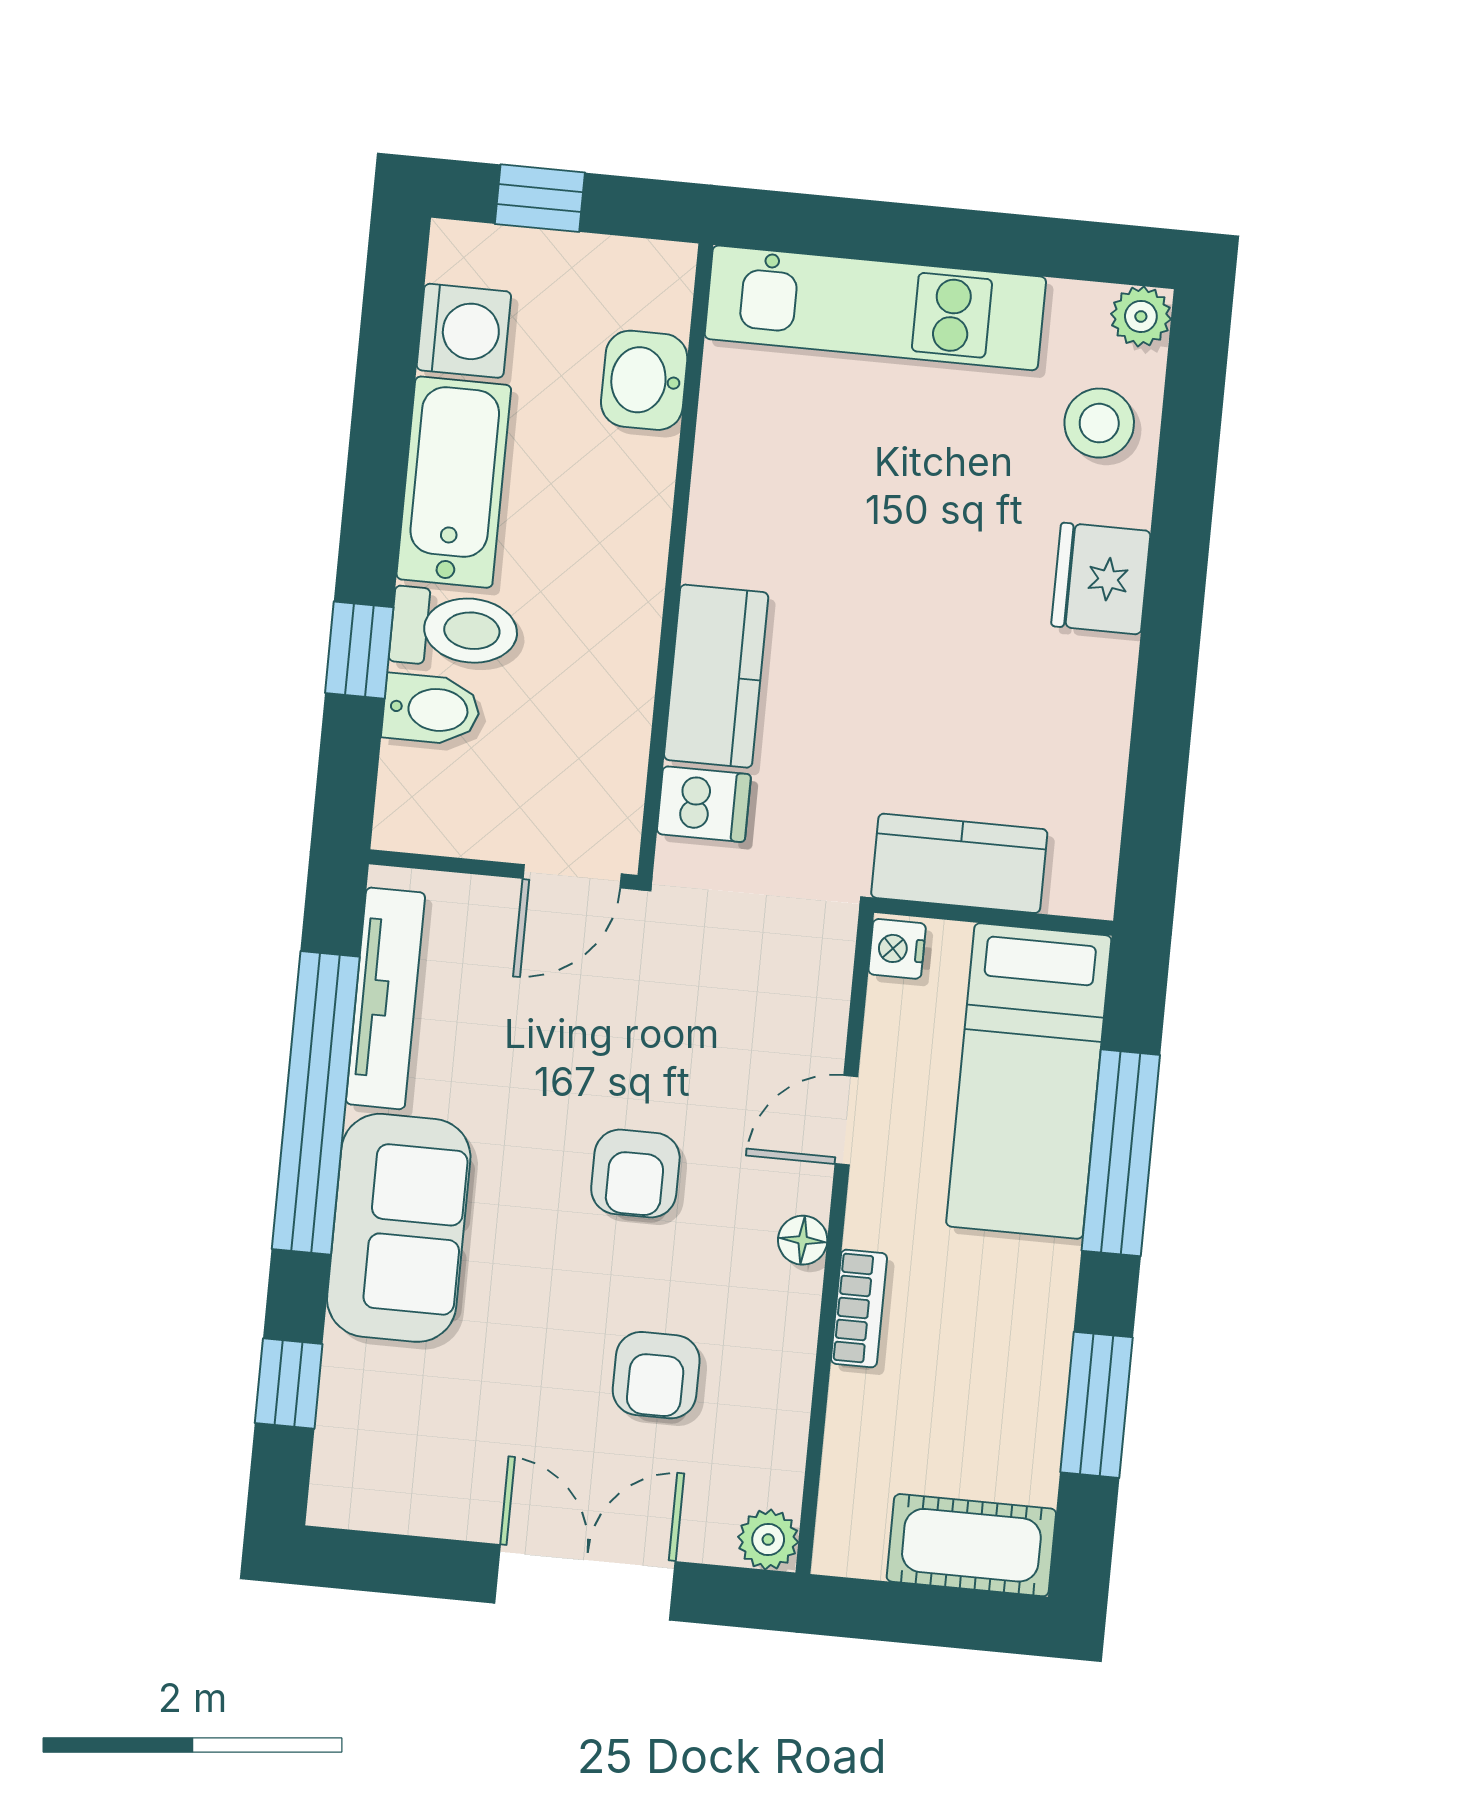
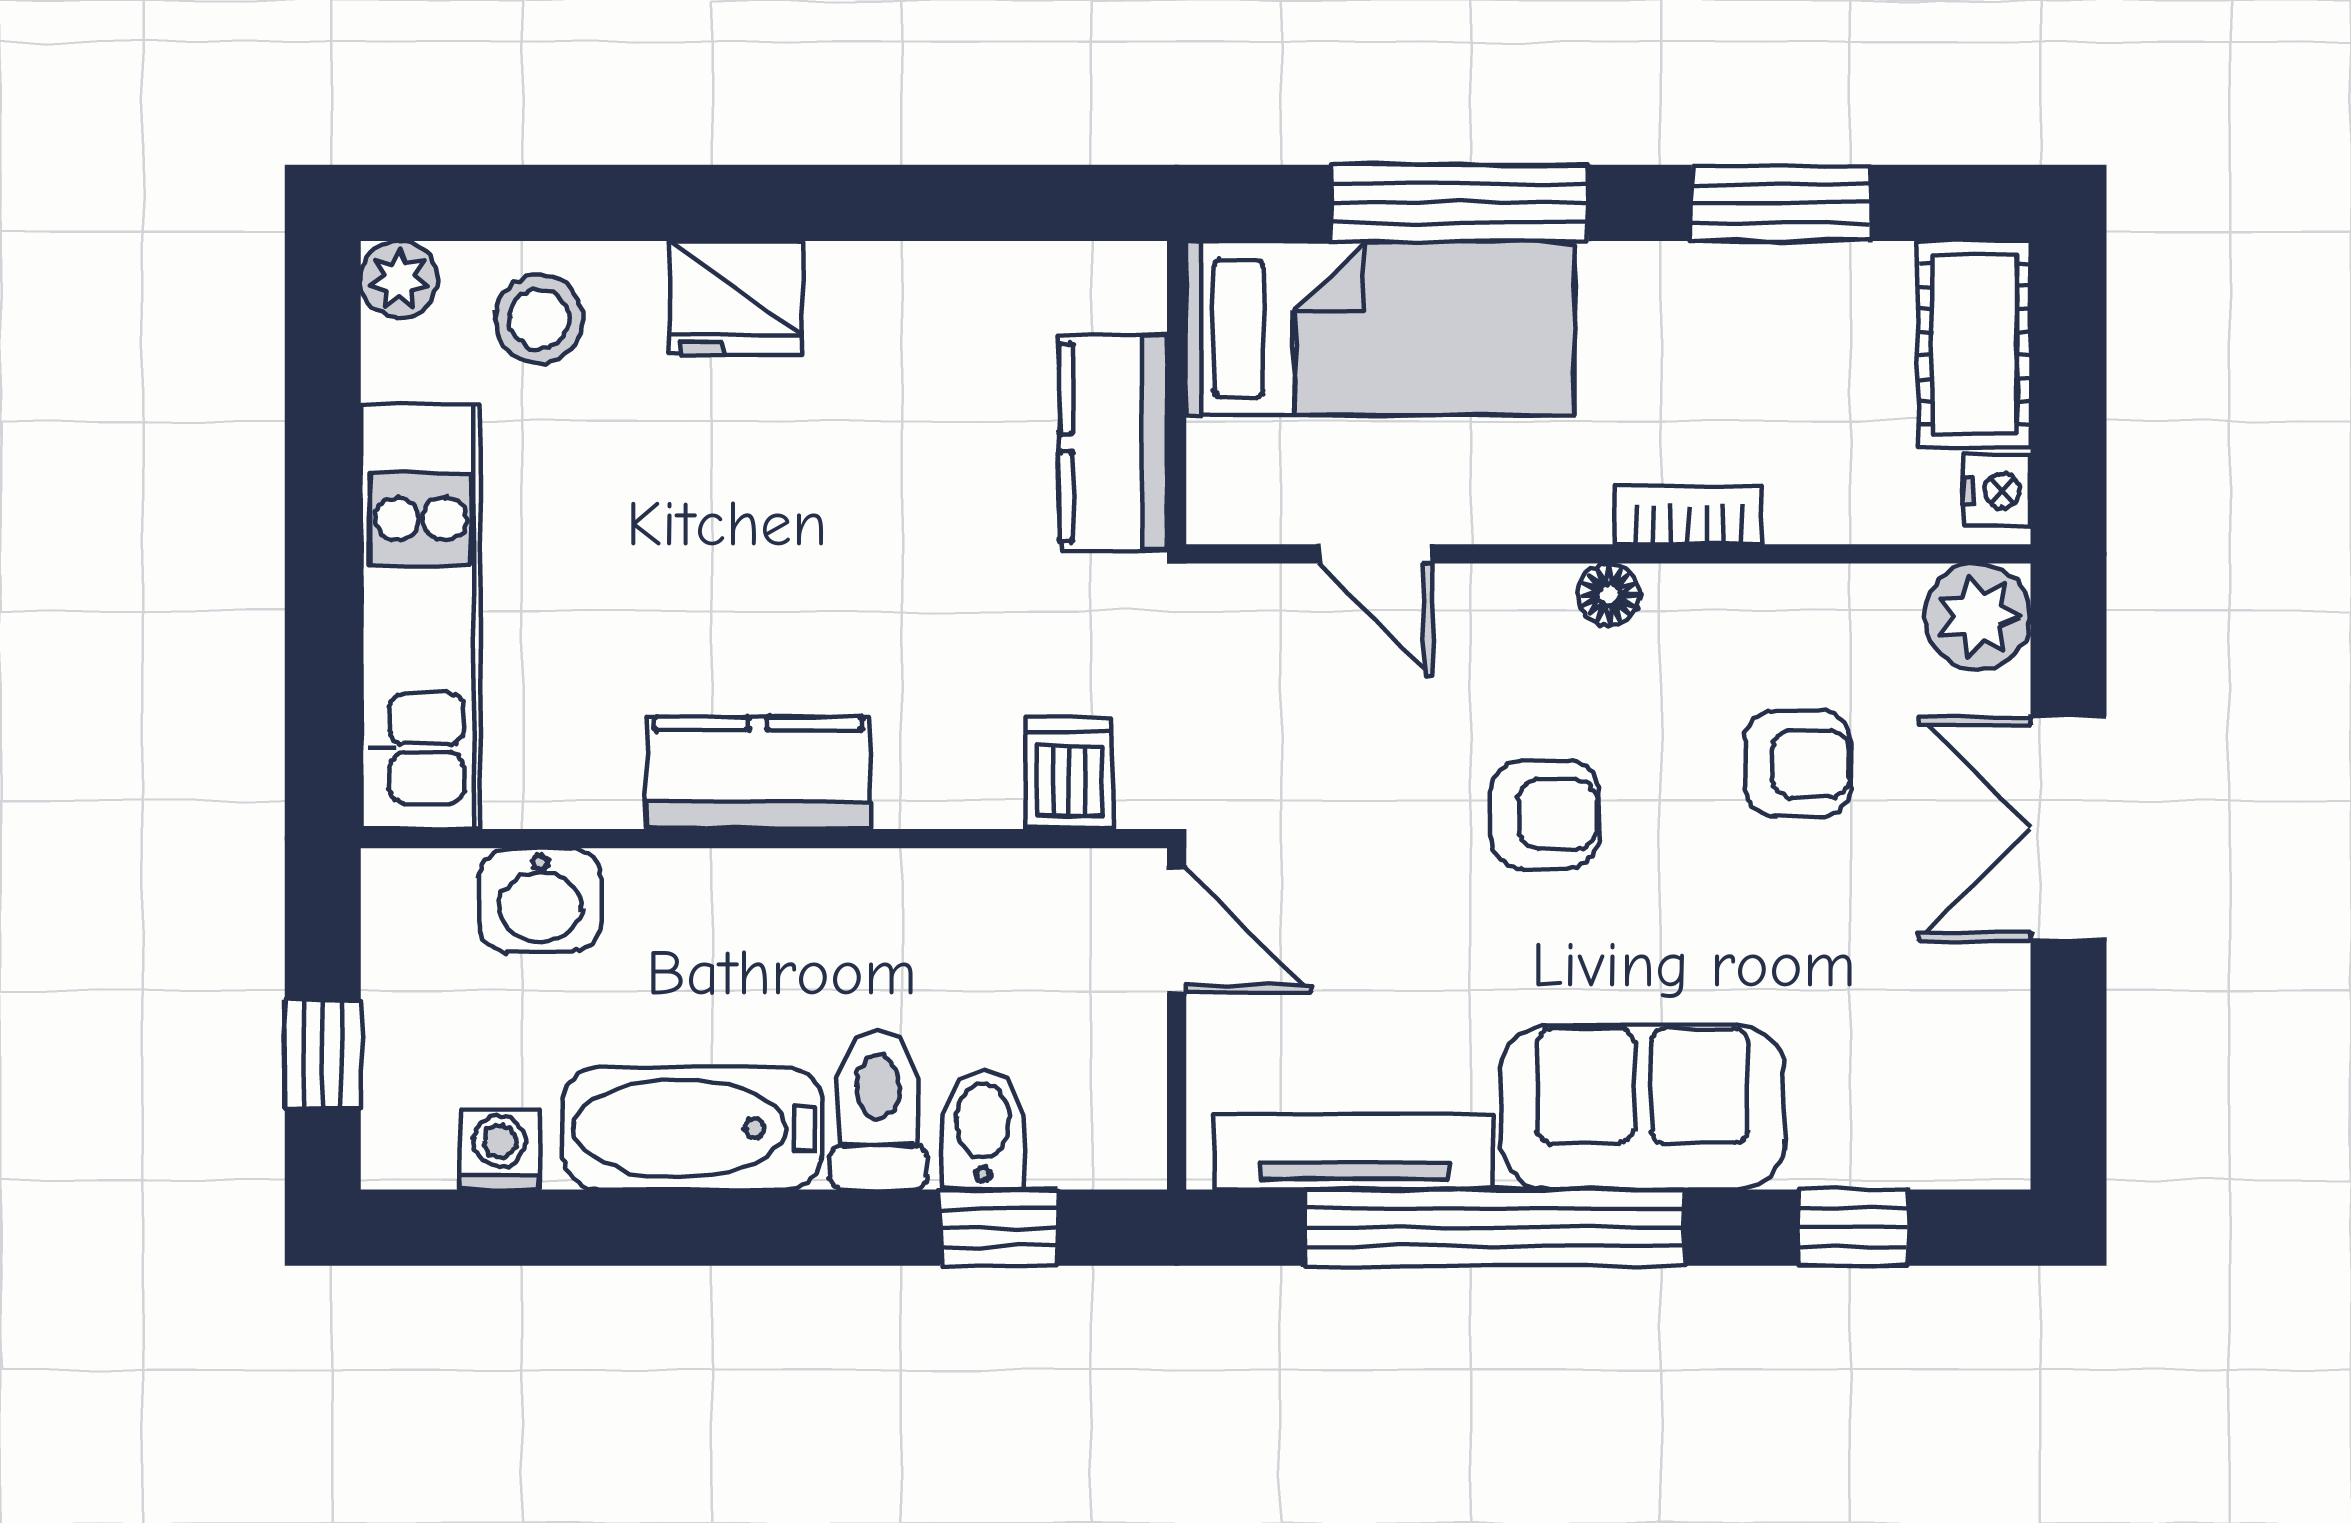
washing machine: (464, 331) -> (500, 1149), width x0.73, depth x0.73
window: (359, 650) -> (999, 1228), moved
kitchen counter: (716, 676) -> (758, 773), moved
nightstand: (897, 949) -> (1997, 491), moved, turned -90
door: (846, 1120) -> (1375, 554), moved
plant: (768, 1540) -> (1978, 616), width x1.38, depth x1.38

